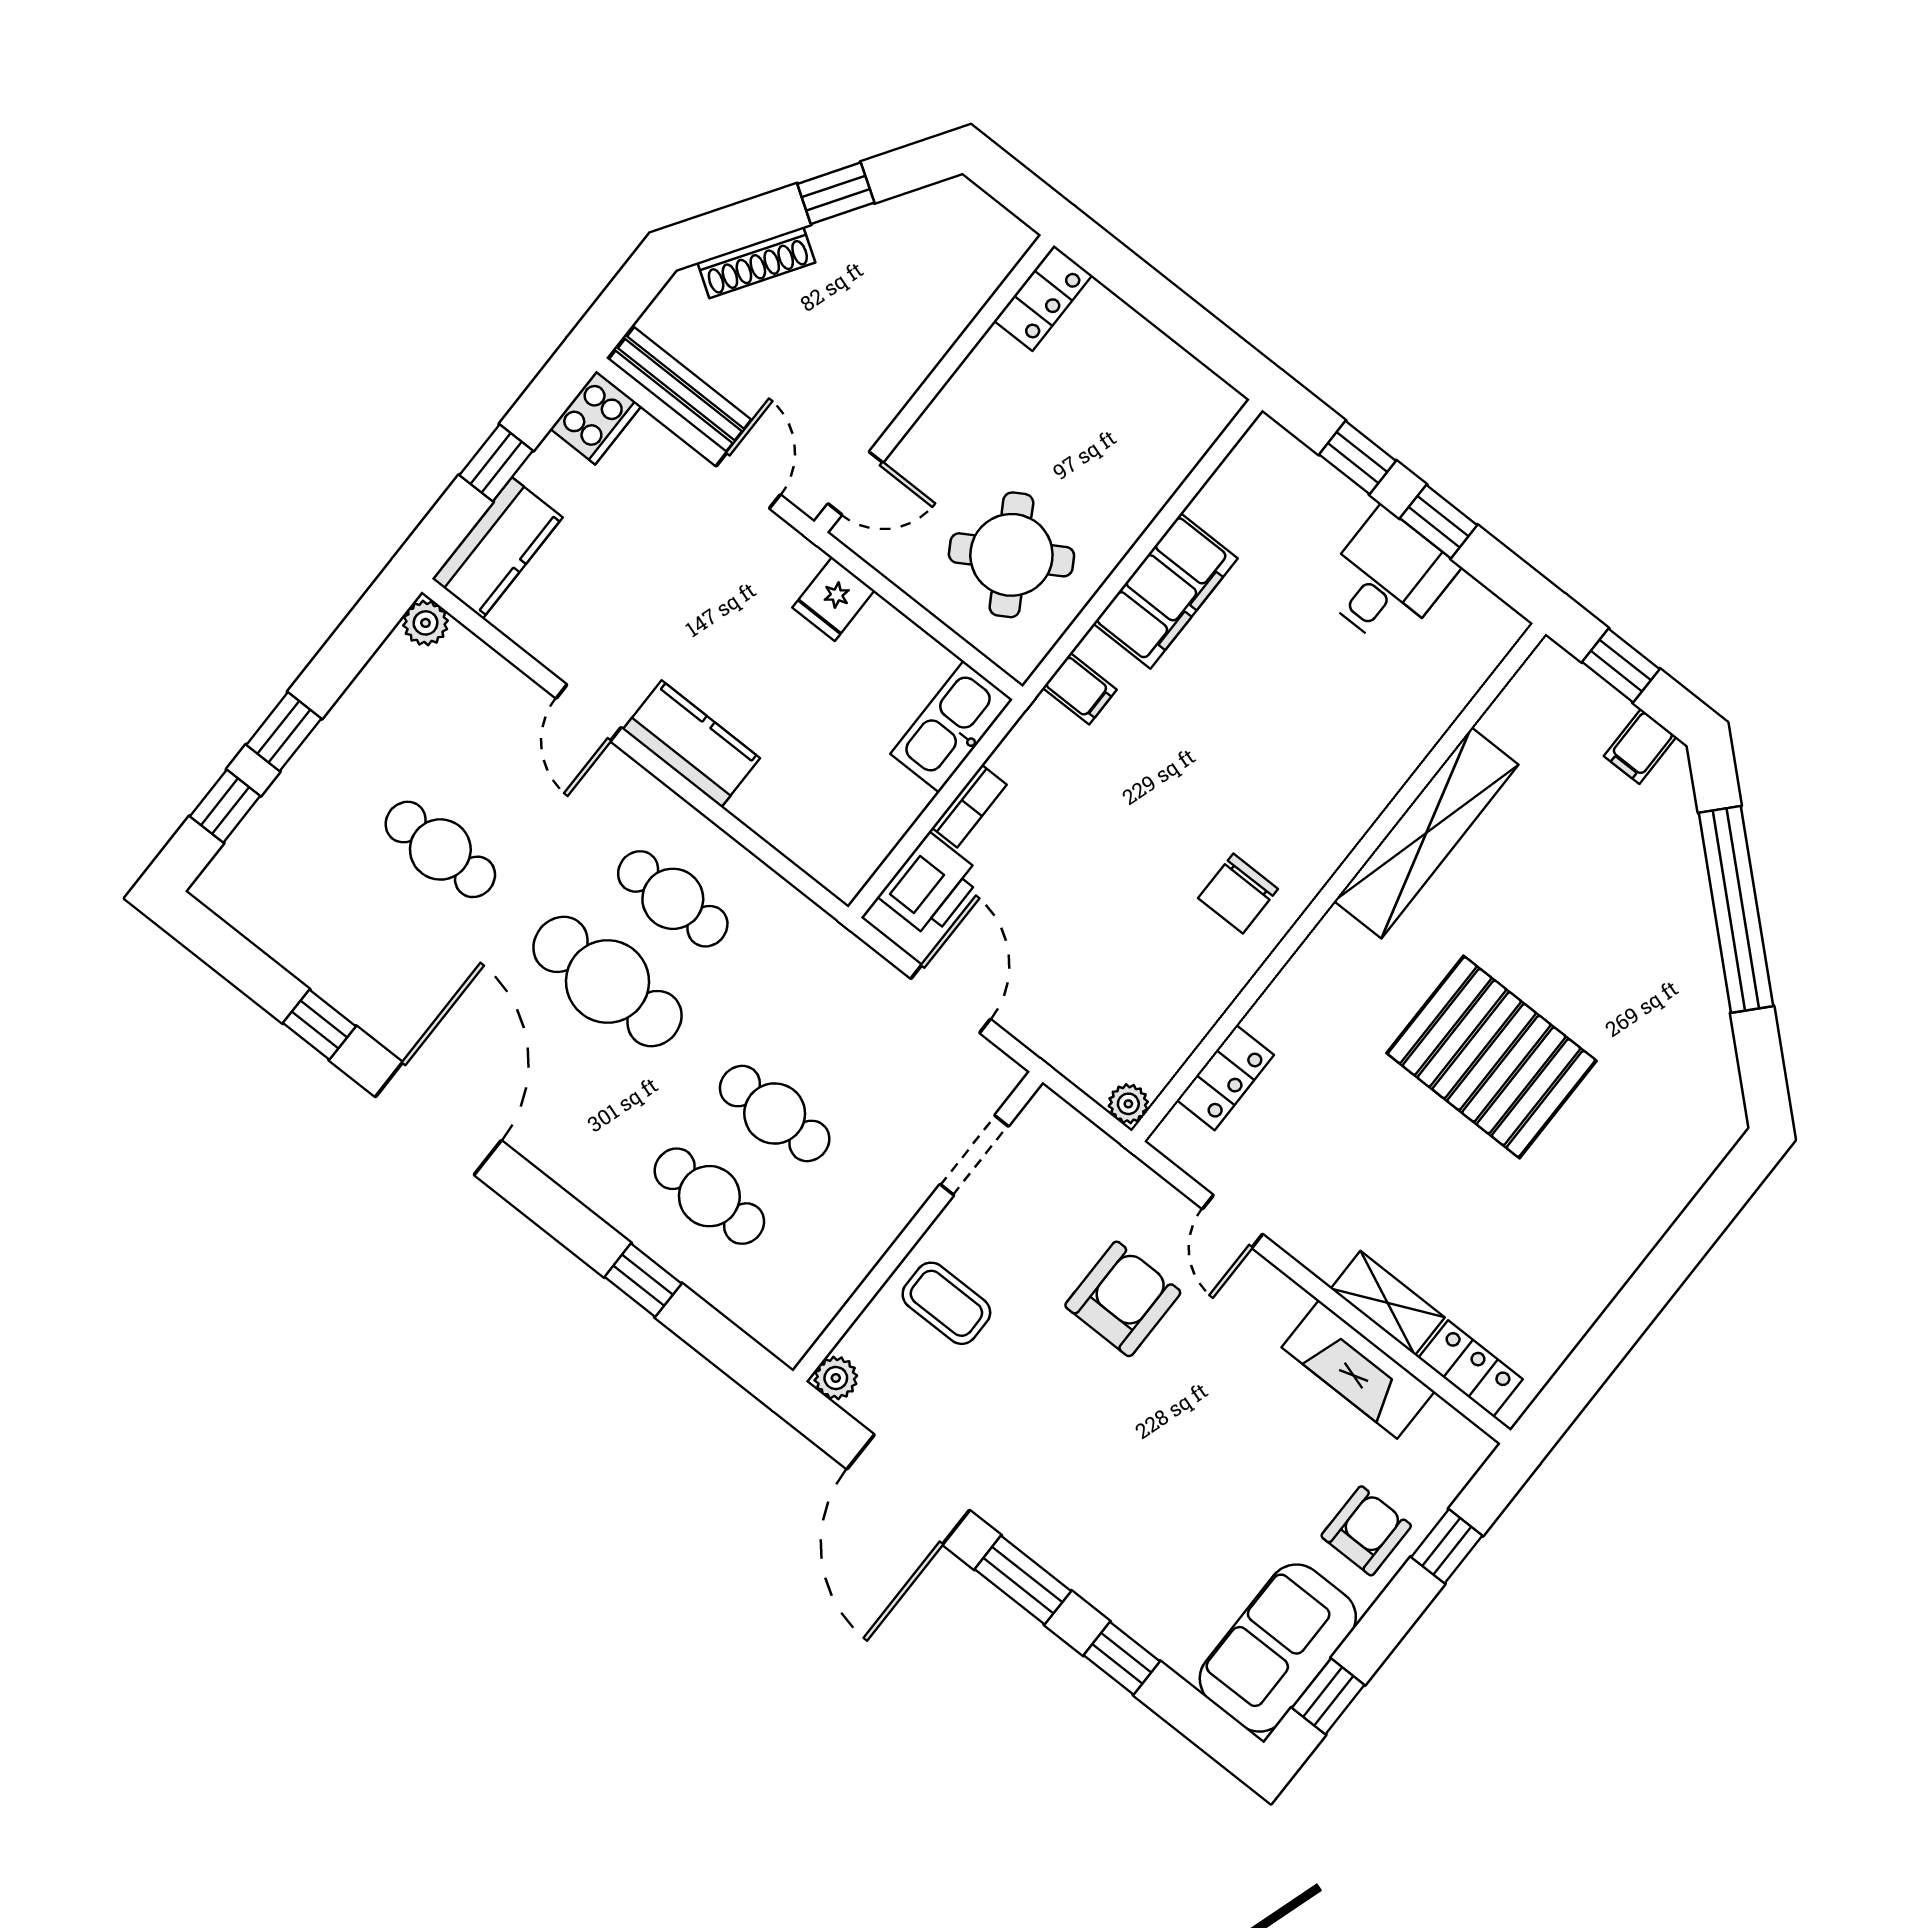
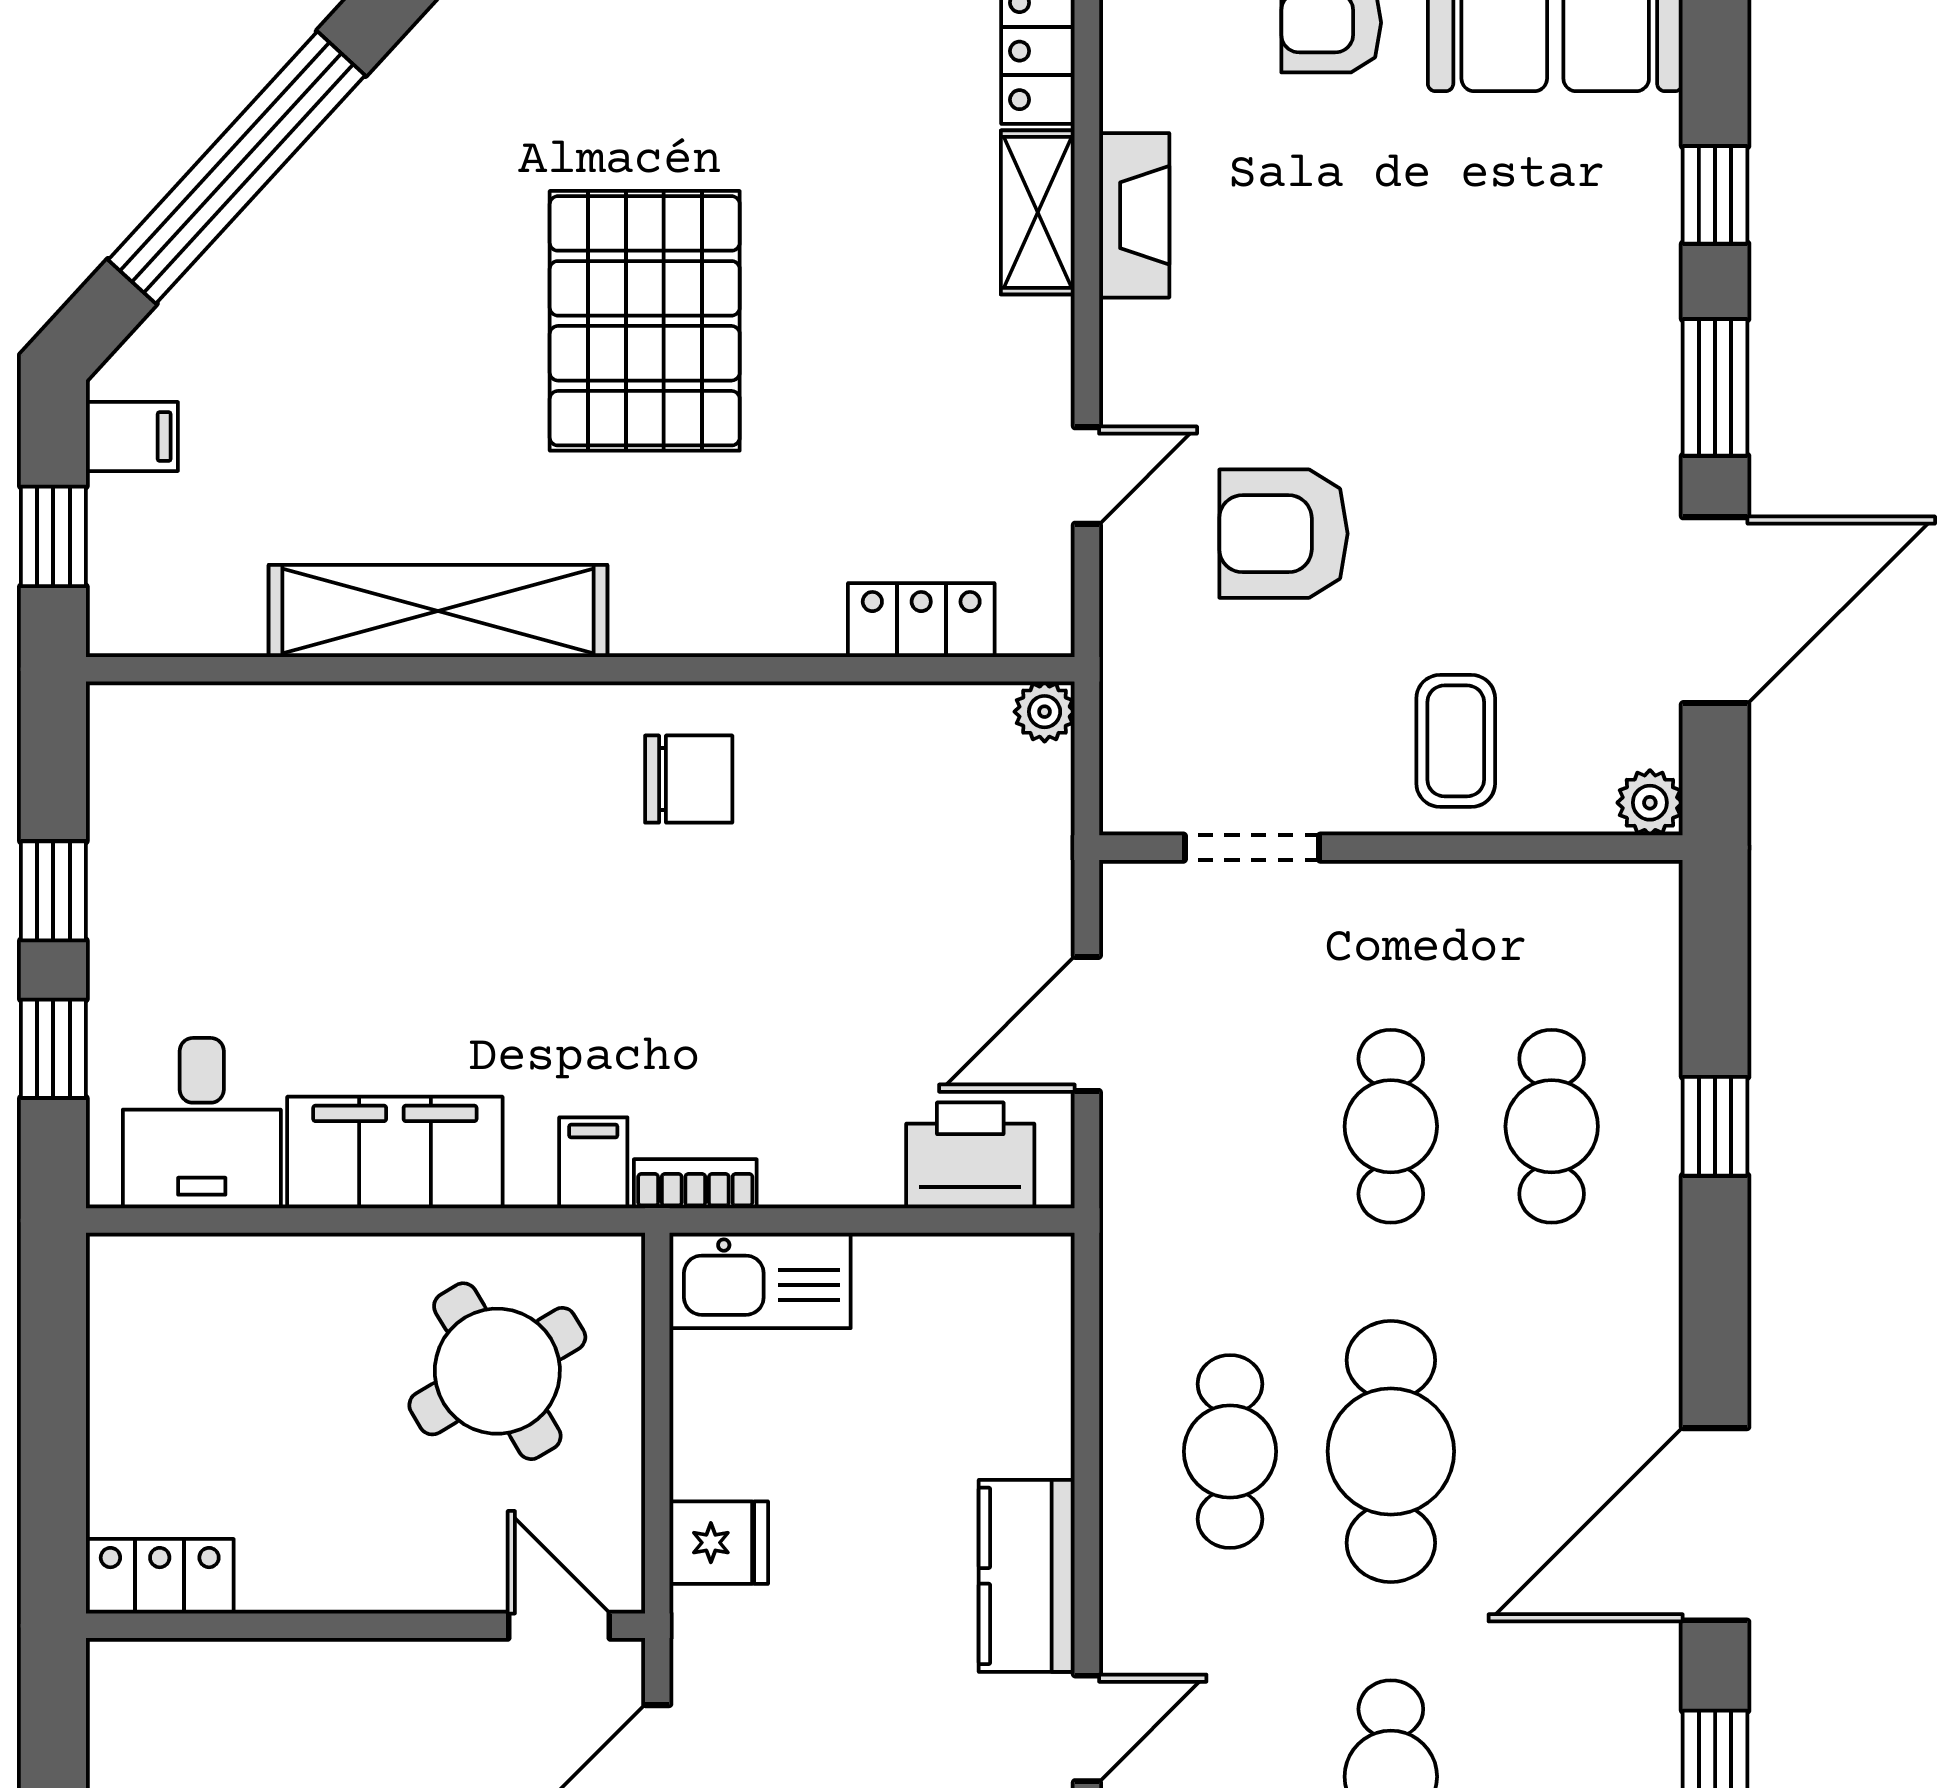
desk: (1387, 579) -> (202, 1123), moved, turned -90
bookcase: (969, 806) -> (695, 1184), moved
fireplace: (1358, 1369) -> (1134, 215), width x0.73, depth x0.76

